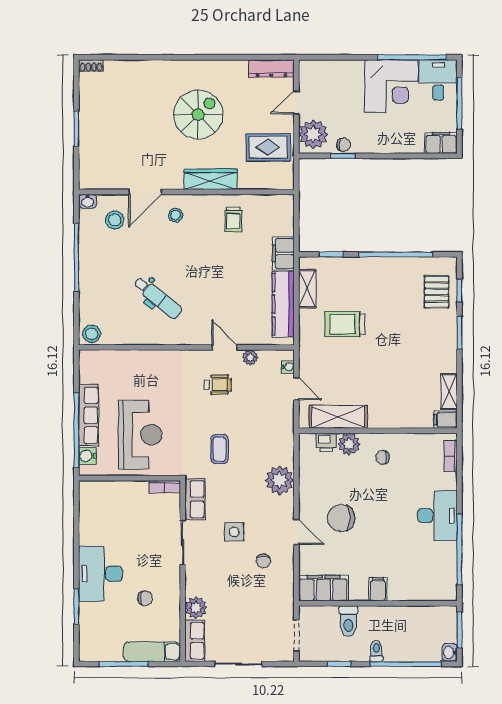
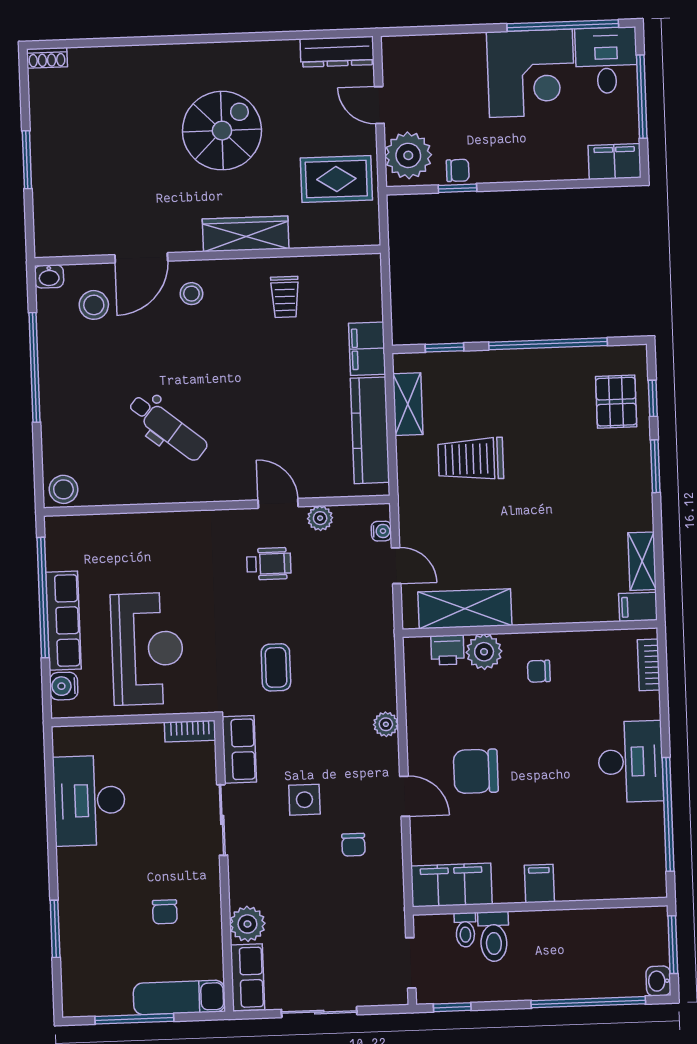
door: (296, 102) -> (379, 105), hinge flipped
window: (76, 430) -> (43, 598), moved
plant: (280, 480) -> (386, 724), width x0.53, depth x0.53
desk: (101, 574) -> (89, 801), moved
chair: (145, 598) -> (165, 912), turned 90
toilet: (376, 651) -> (465, 930), moved, turned 180
window: (339, 664) -> (452, 1007), moved

